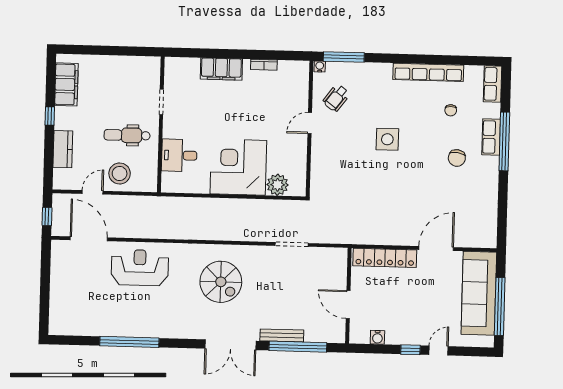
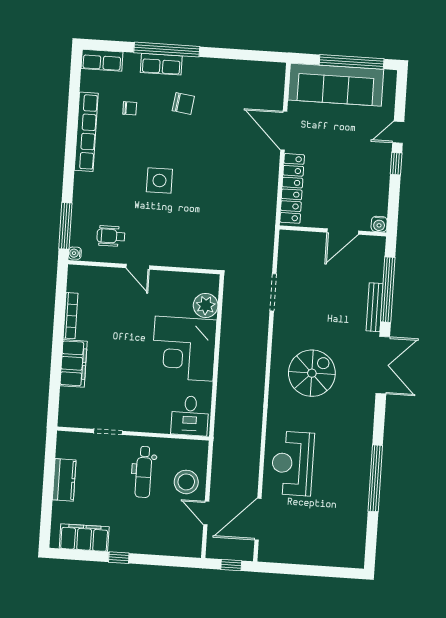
bookcase: (264, 65) -> (71, 316), width x1.56
wheelchair: (336, 98) -> (111, 236), turned 143
kitchen counter: (63, 149) -> (64, 480), moved, turned 90
desk: (179, 155) -> (190, 416), moved
water cooler: (377, 337) -> (379, 224), moved, turned 90
door: (438, 351) -> (398, 132), hinge flipped

